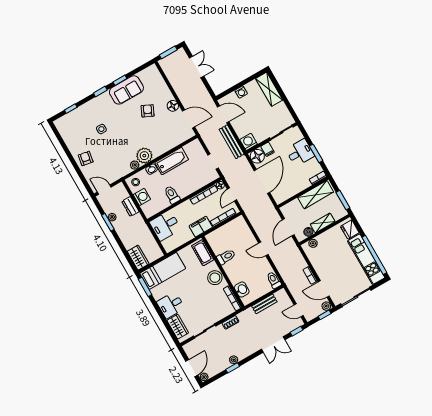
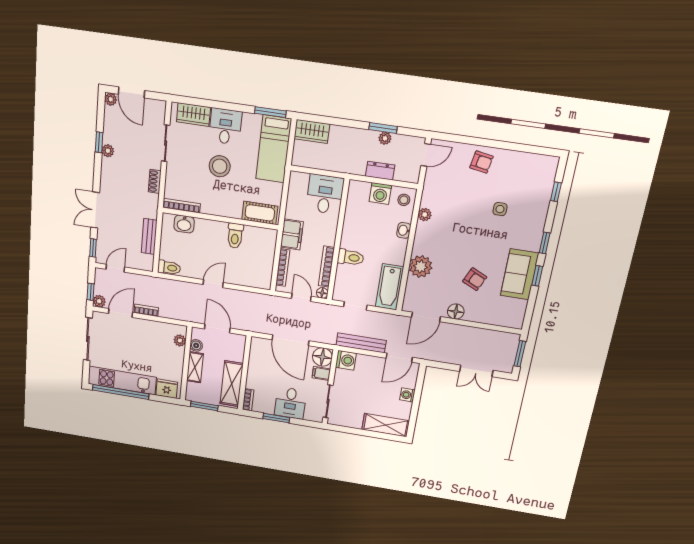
plant: (144, 156) -> (421, 267), moved
bathtub: (172, 161) -> (390, 287), moved
toilet: (172, 195) -> (351, 257), moved
stool: (215, 278) -> (220, 166), moved

